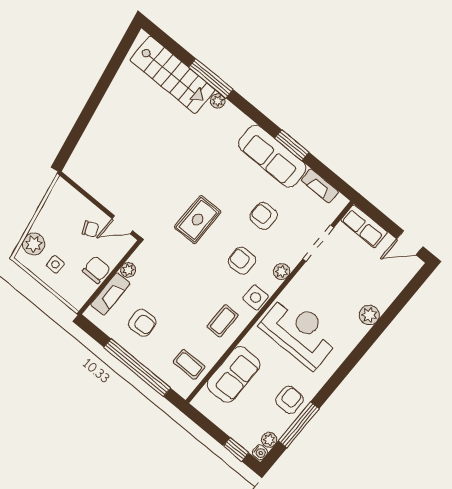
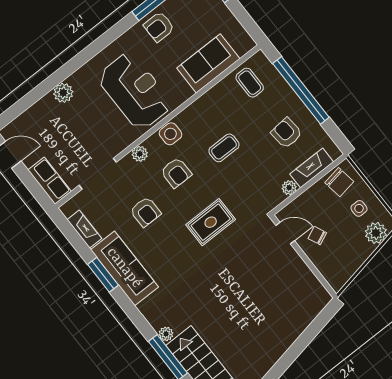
chair: (96, 270) -> (339, 182), moved, turned -99
coffee table: (223, 321) -> (224, 148), moved
reception desk: (300, 332) -> (135, 91), turned 180

